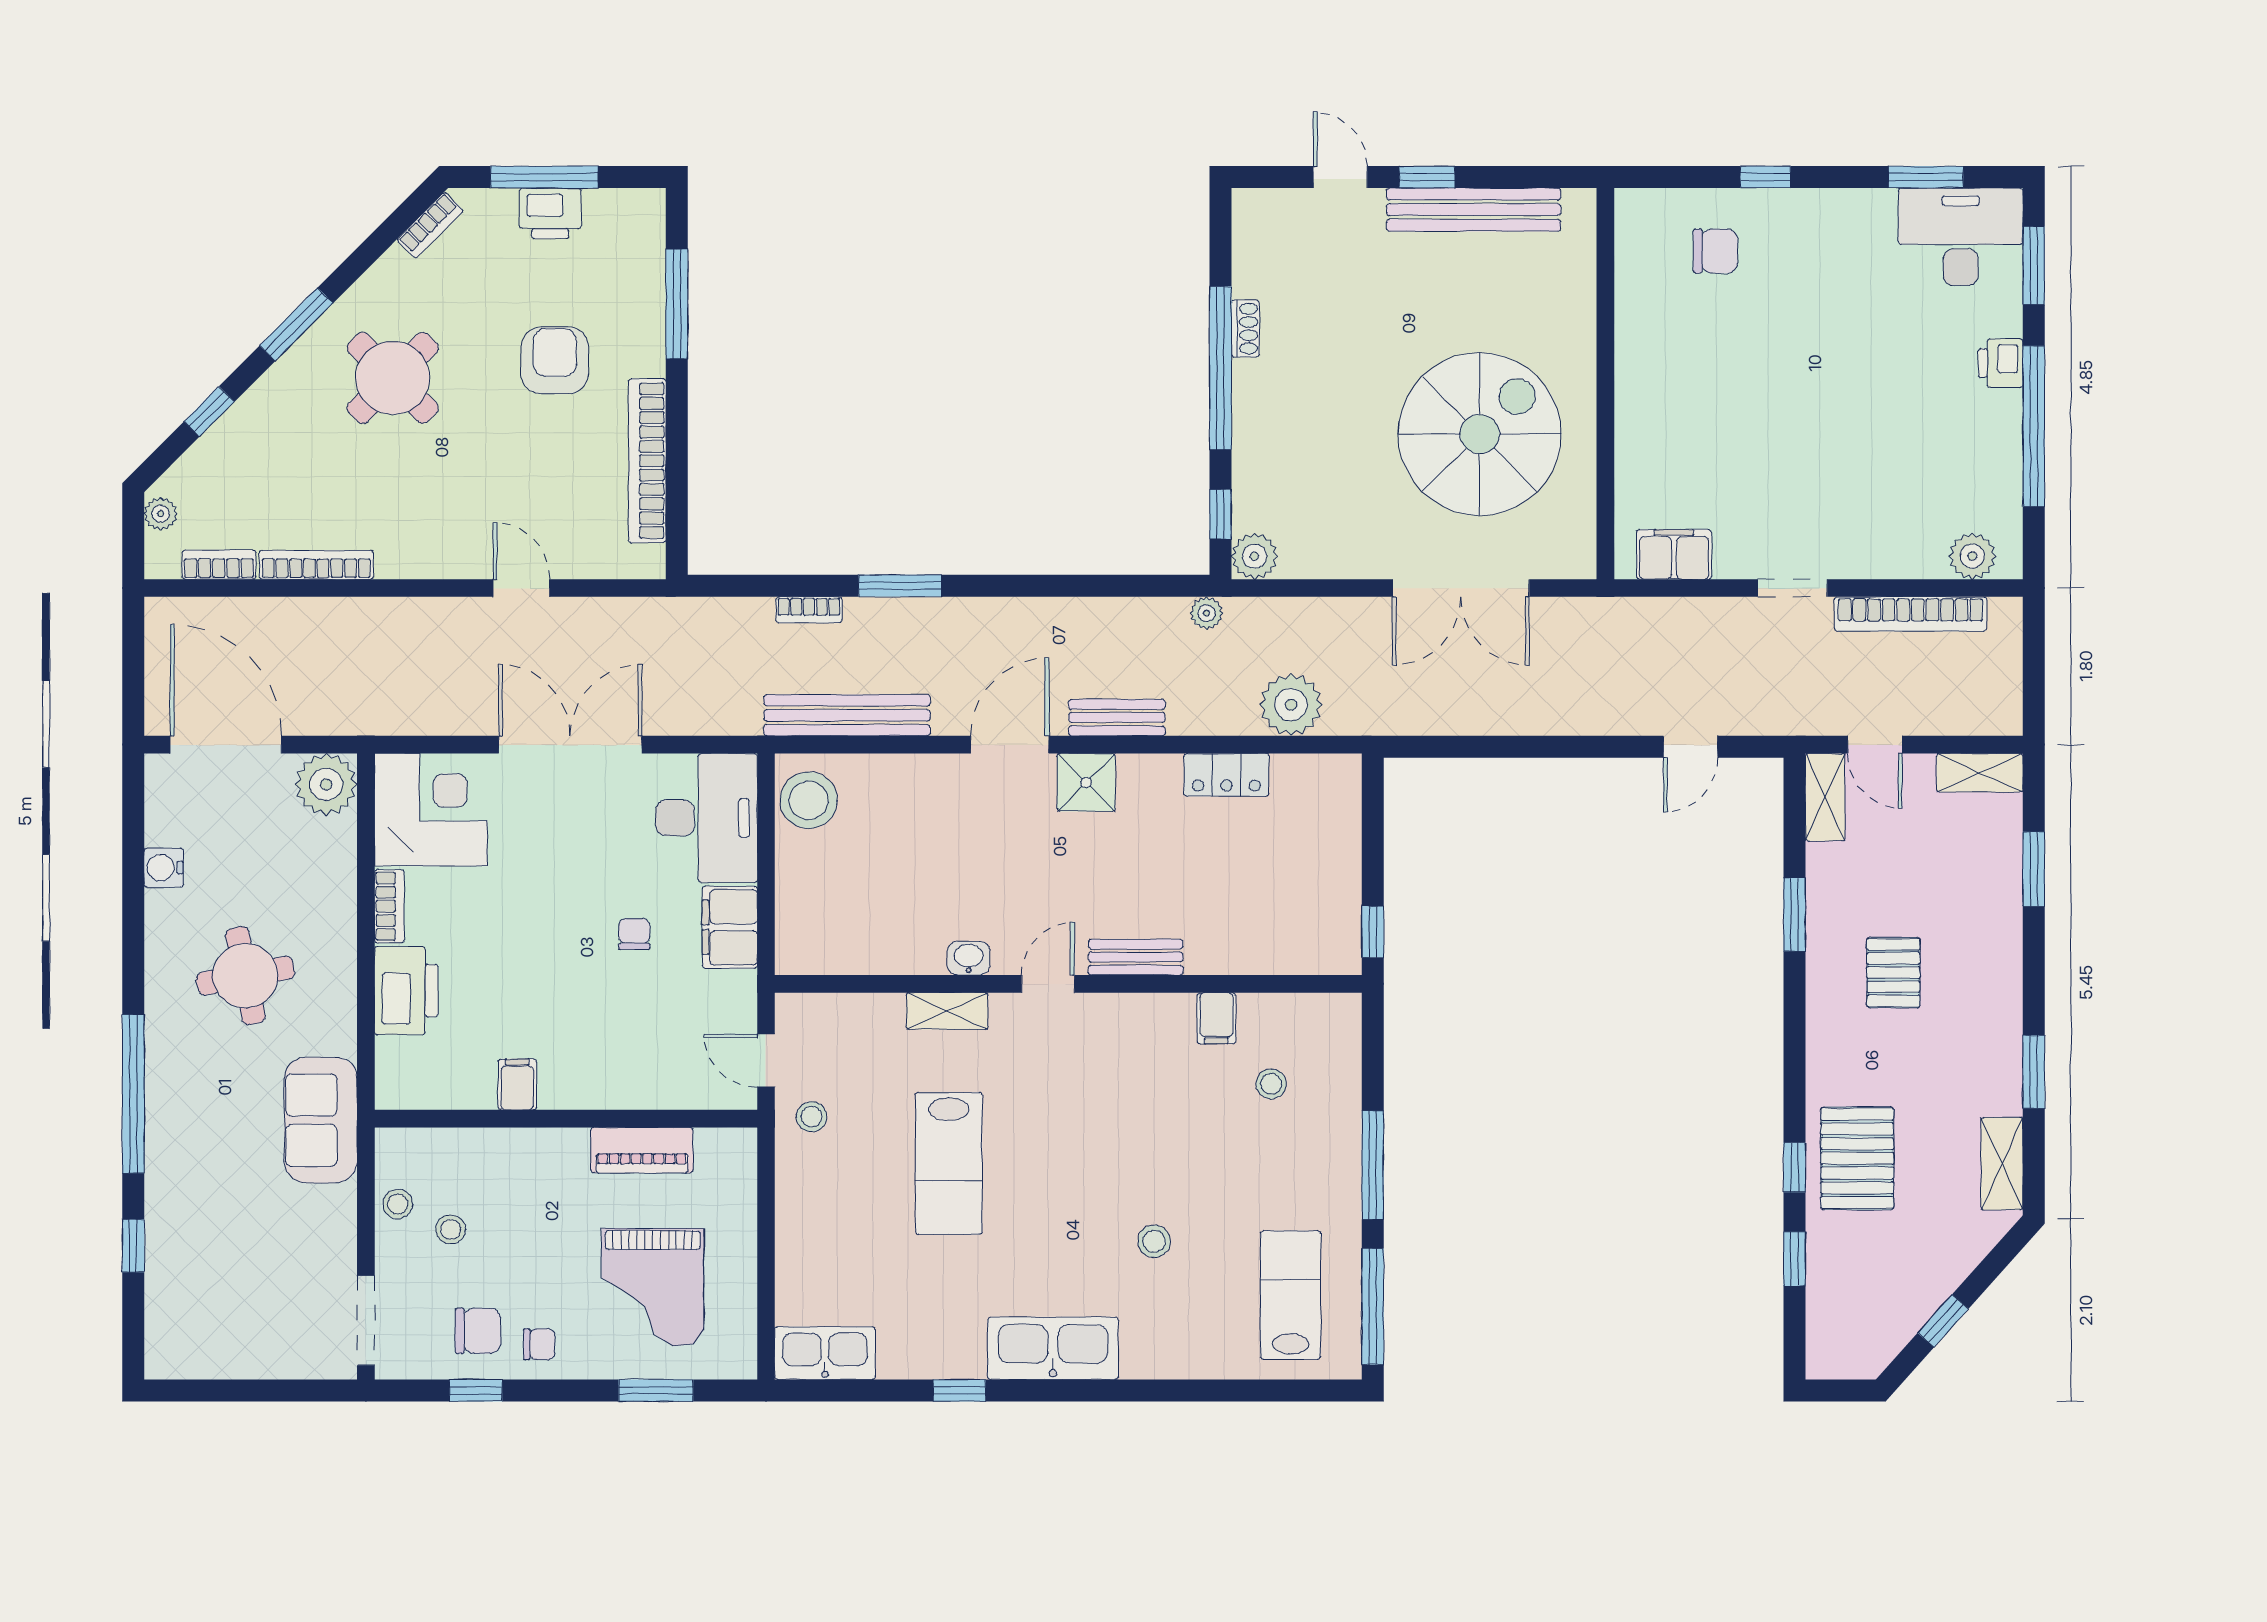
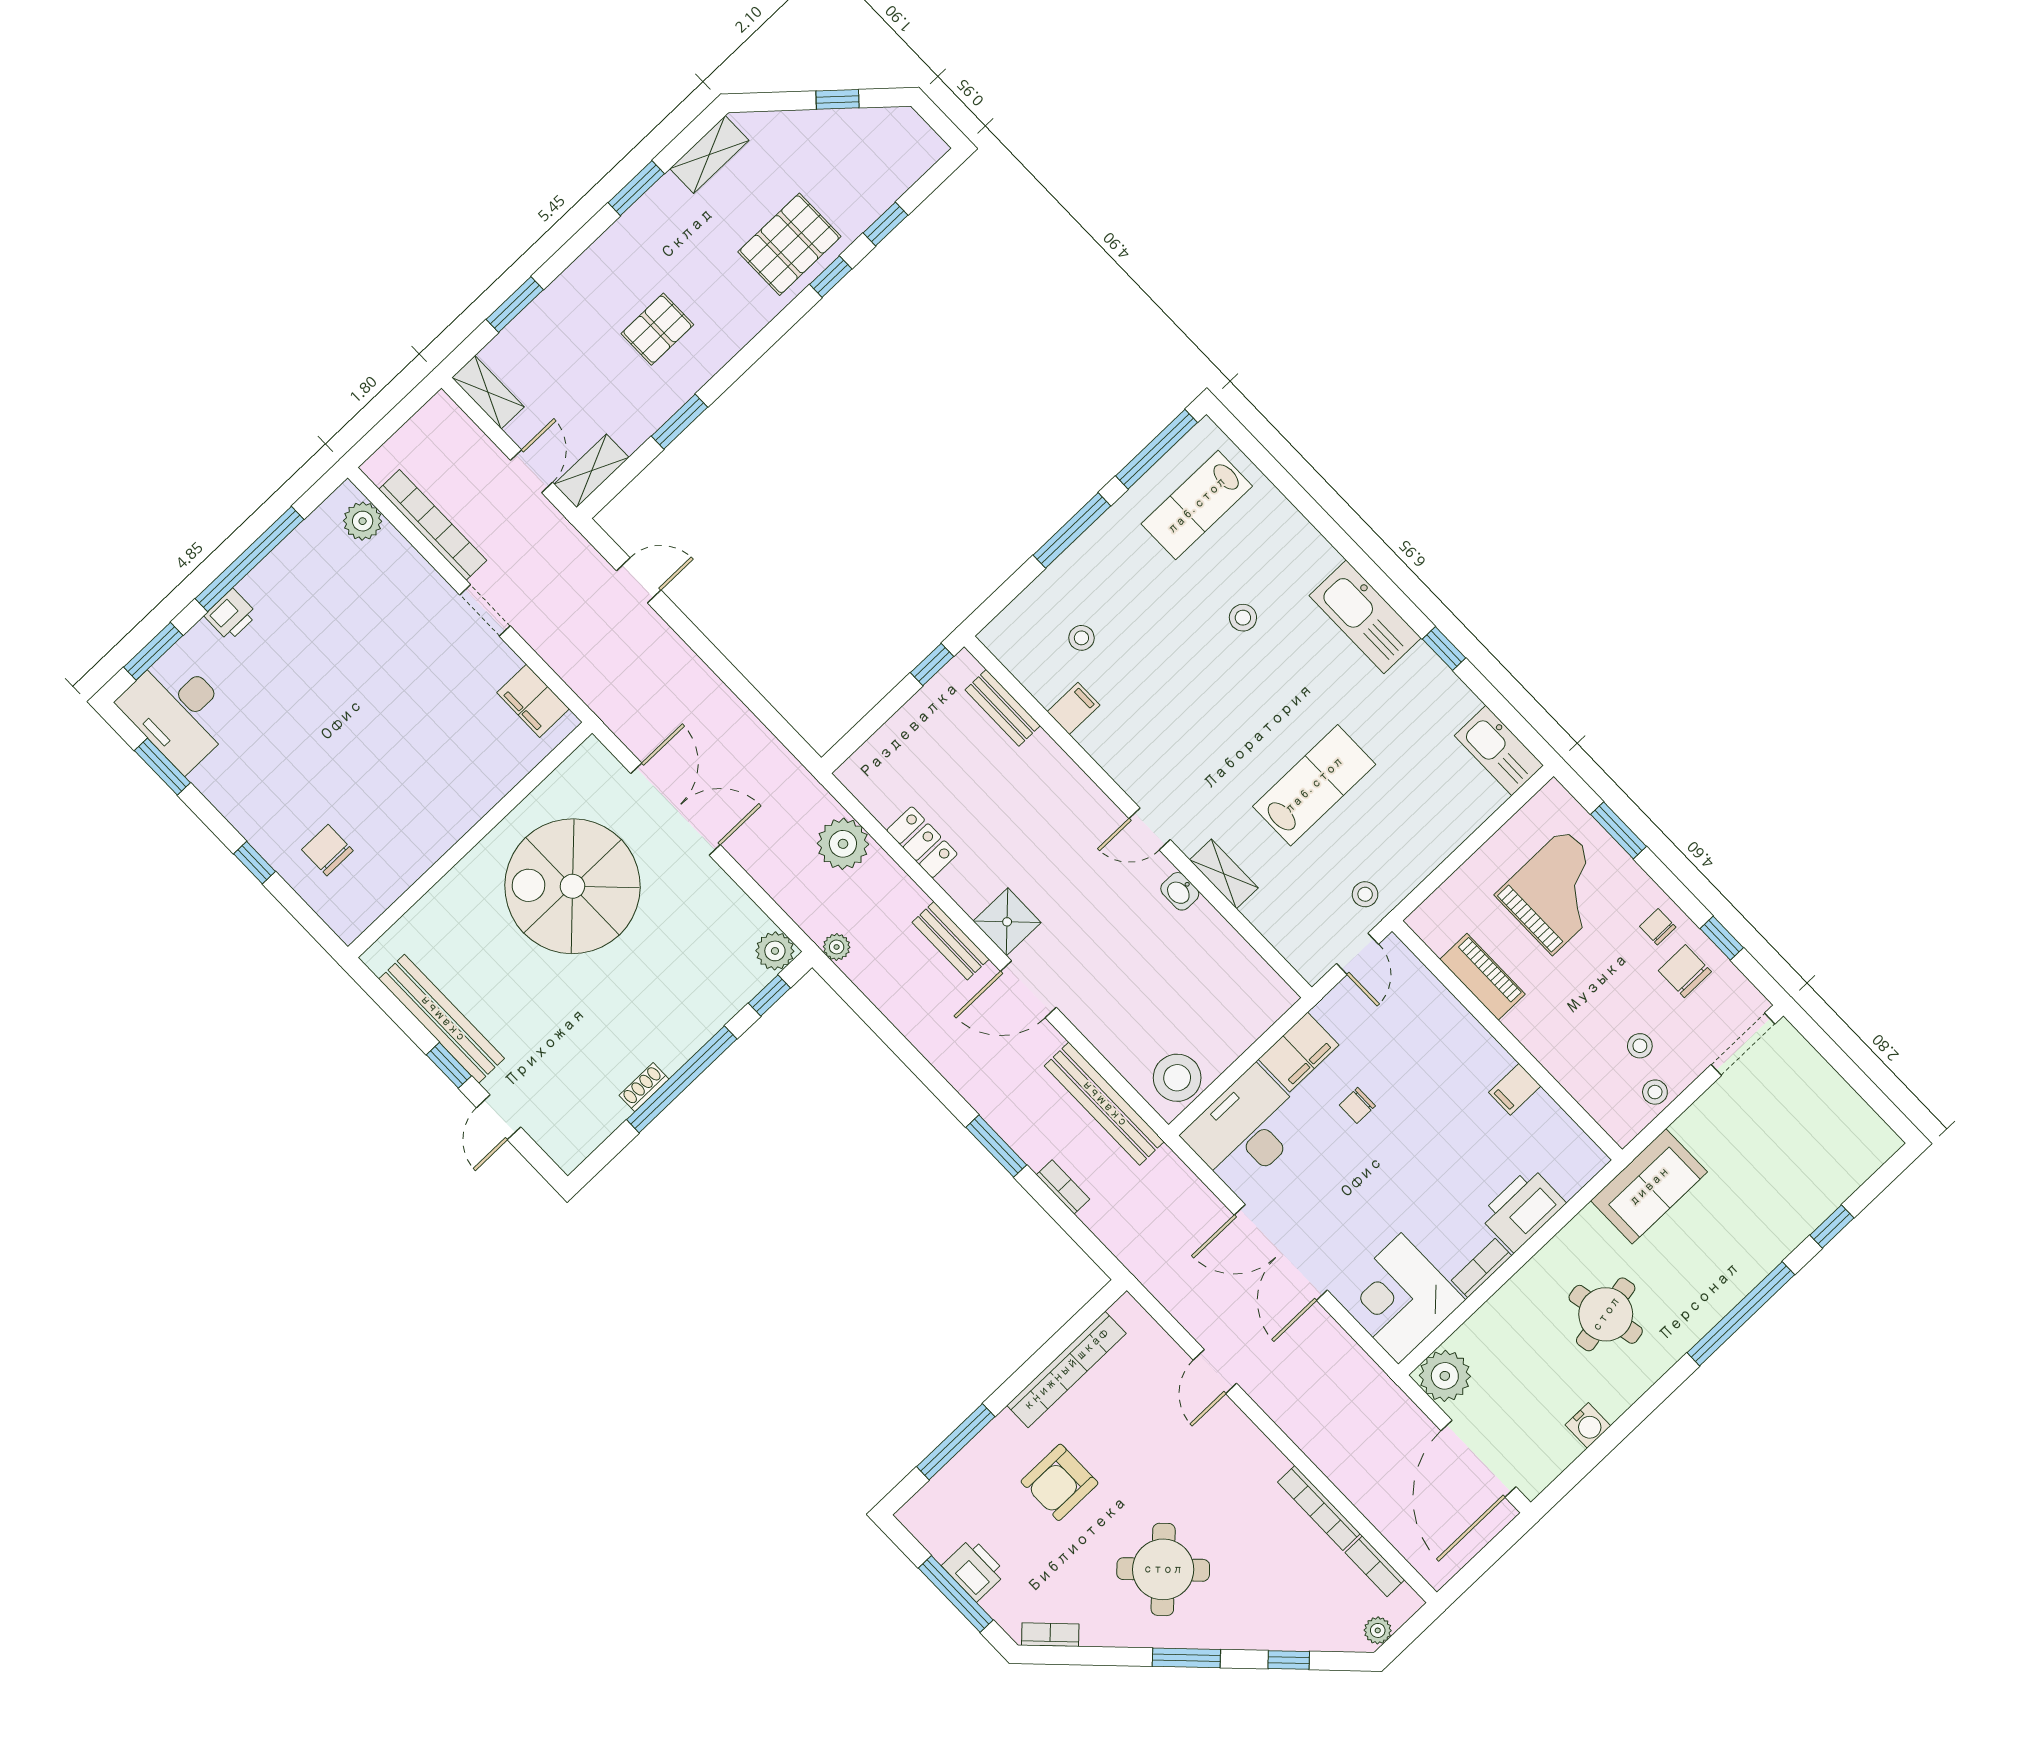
bench: (1136, 957) -> (1003, 708), moved

